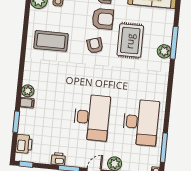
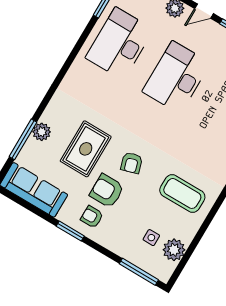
window: (174, 43) -> (23, 139), moved
plant: (164, 51) -> (42, 132), moved

